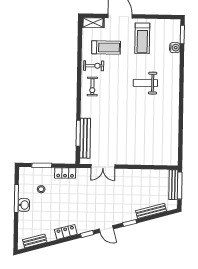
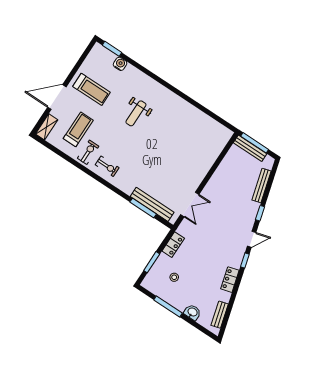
washbasin: (24, 205) -> (192, 312), moved

